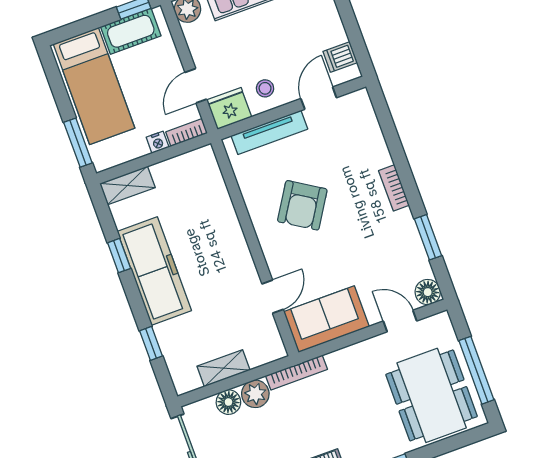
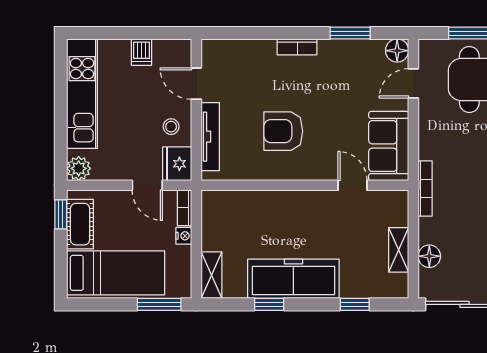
dishwasher: (340, 57) -> (141, 52), moved
armchair: (302, 205) -> (283, 131), turned 148
plant: (255, 394) -> (431, 231), removed

